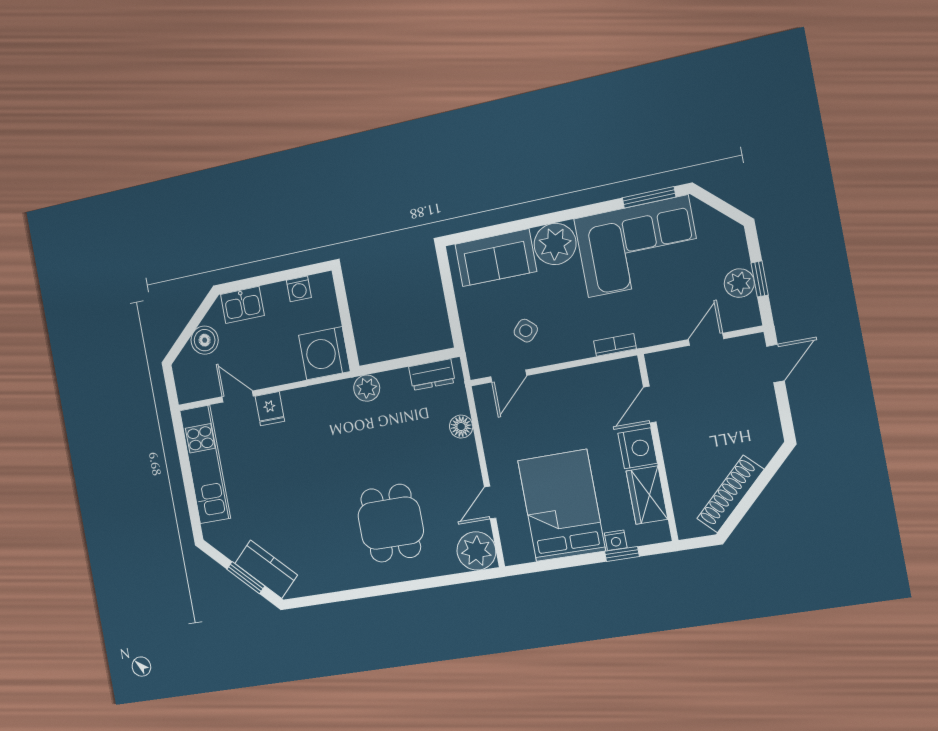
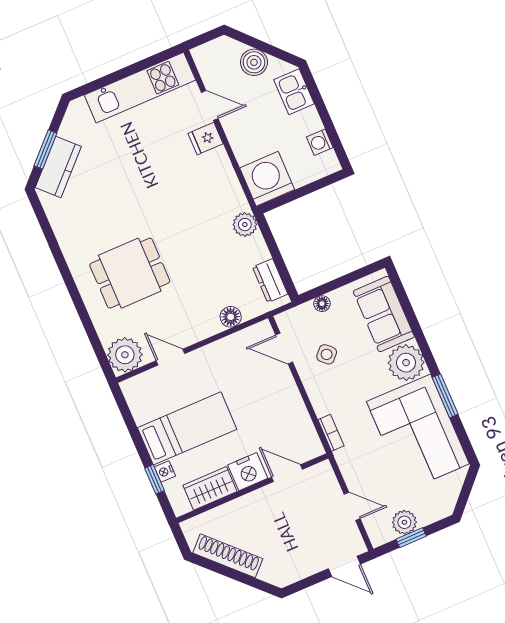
window: (649, 197) -> (445, 396), moved
floor lamp: (469, 324) -> (322, 304), added
door: (238, 396) -> (210, 105), hinge flipped
bed: (561, 506) -> (187, 428), width x0.67

